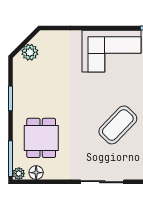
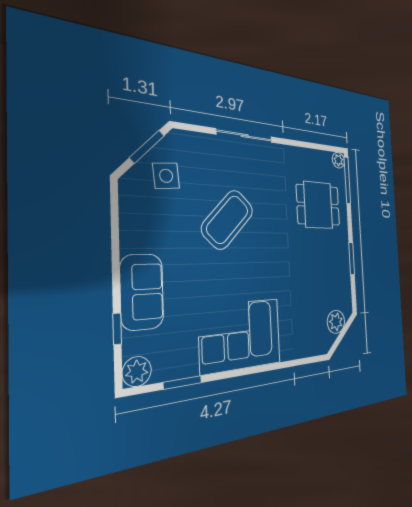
dining table: (41, 138) -> (318, 205), turned 90
floor lamp: (36, 173) -> (321, 159), removed

